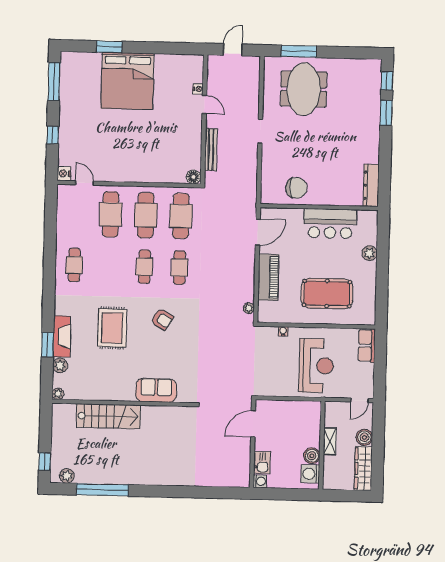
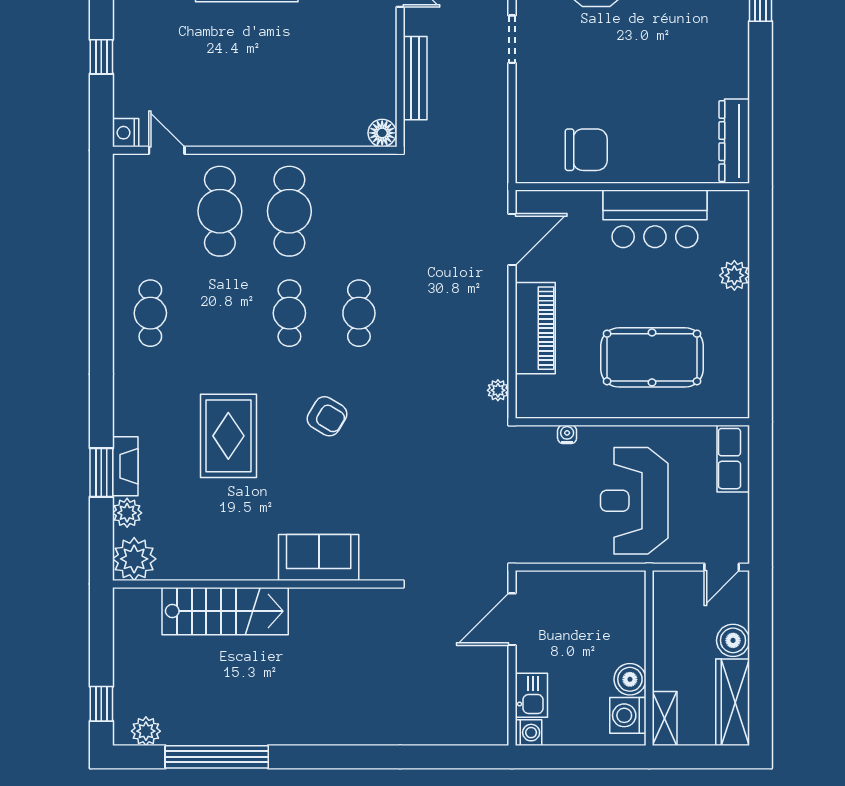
cafe table: (181, 216) -> (359, 211), removed
fireplace: (62, 336) -> (125, 466), width x0.73, depth x0.76
reception desk: (316, 366) -> (634, 501), turned 180
plant: (58, 394) -> (134, 559), width x1.87, depth x1.87
shelving: (330, 441) -> (665, 718), moved

